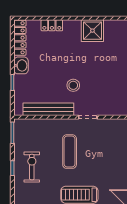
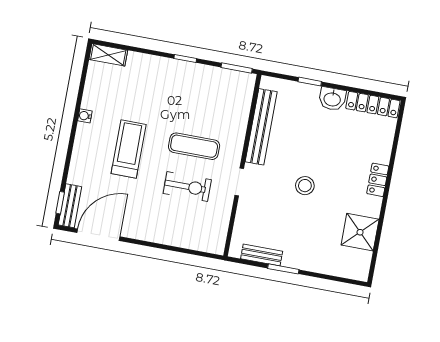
locker: (52, 25) -> (378, 180), moved
shower: (92, 31) -> (360, 232), moved
stool: (73, 85) -> (305, 186), moved
exercise bike: (32, 167) -> (187, 187), moved

